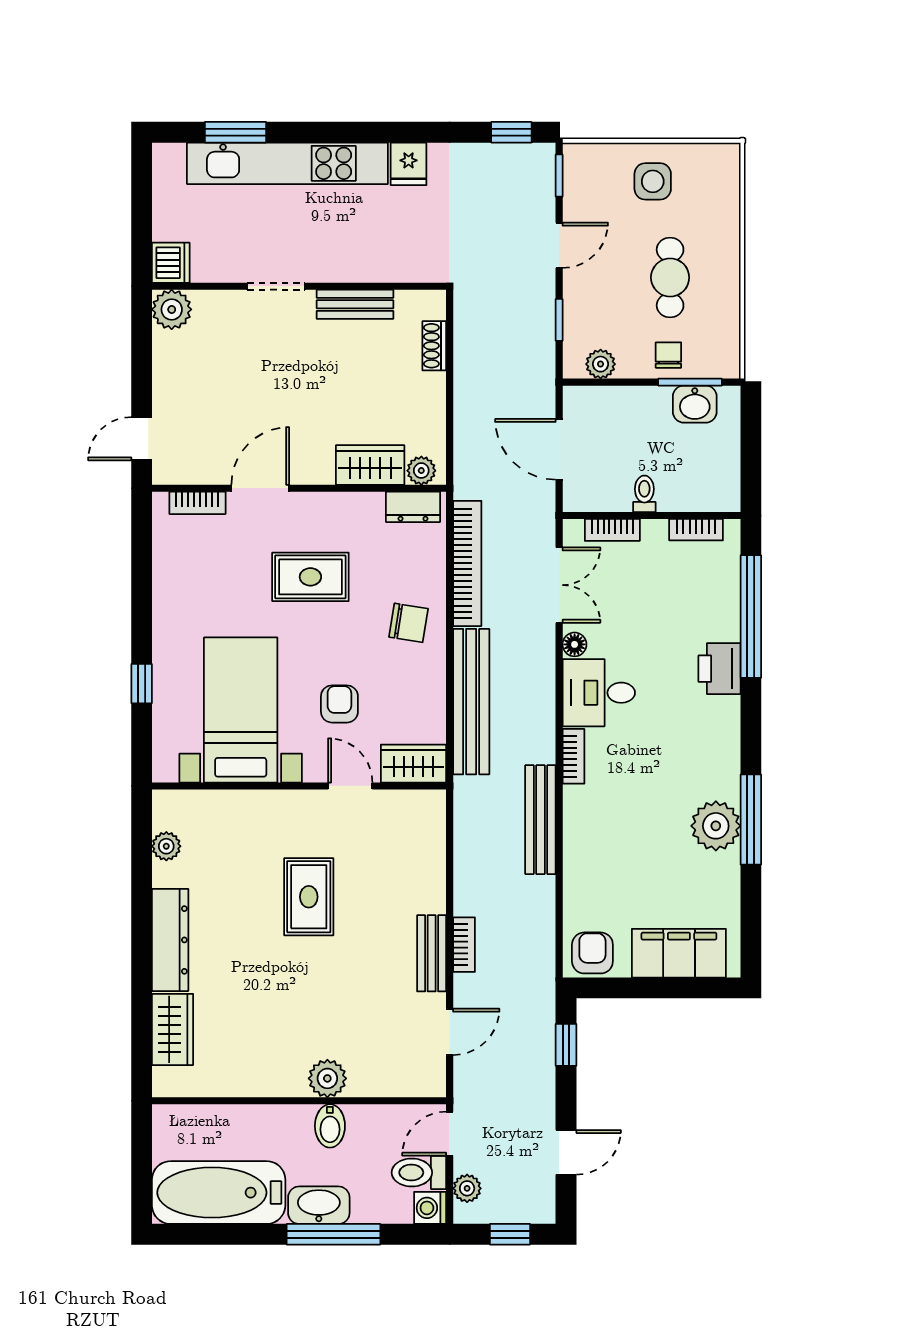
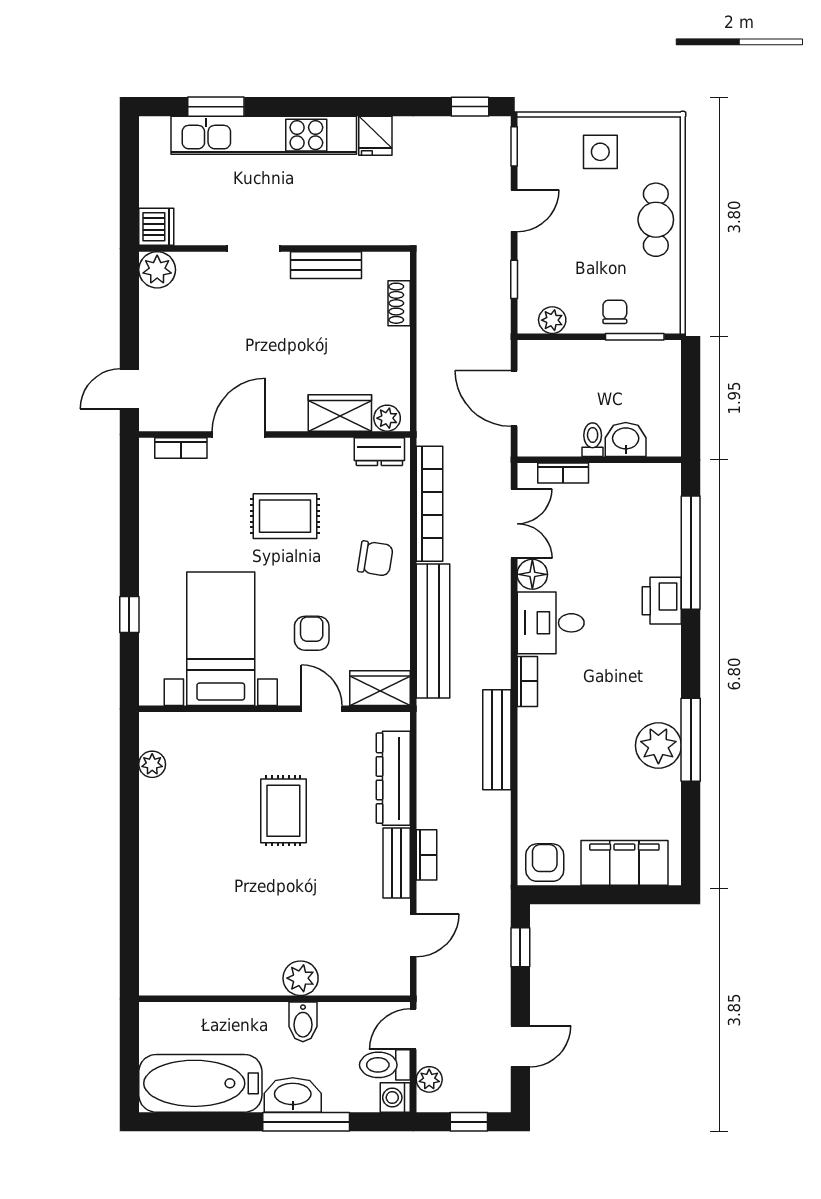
cafe table: (670, 277) -> (656, 220), moved
washbasin: (695, 404) -> (626, 439), moved, turned 180
bookcase: (696, 530) -> (640, 473), removed
floor lamp: (575, 644) -> (532, 574), width x1.37, depth x1.37
dresser: (170, 940) -> (393, 778), moved, turned 180
wardrobe: (173, 1029) -> (158, 933), removed

